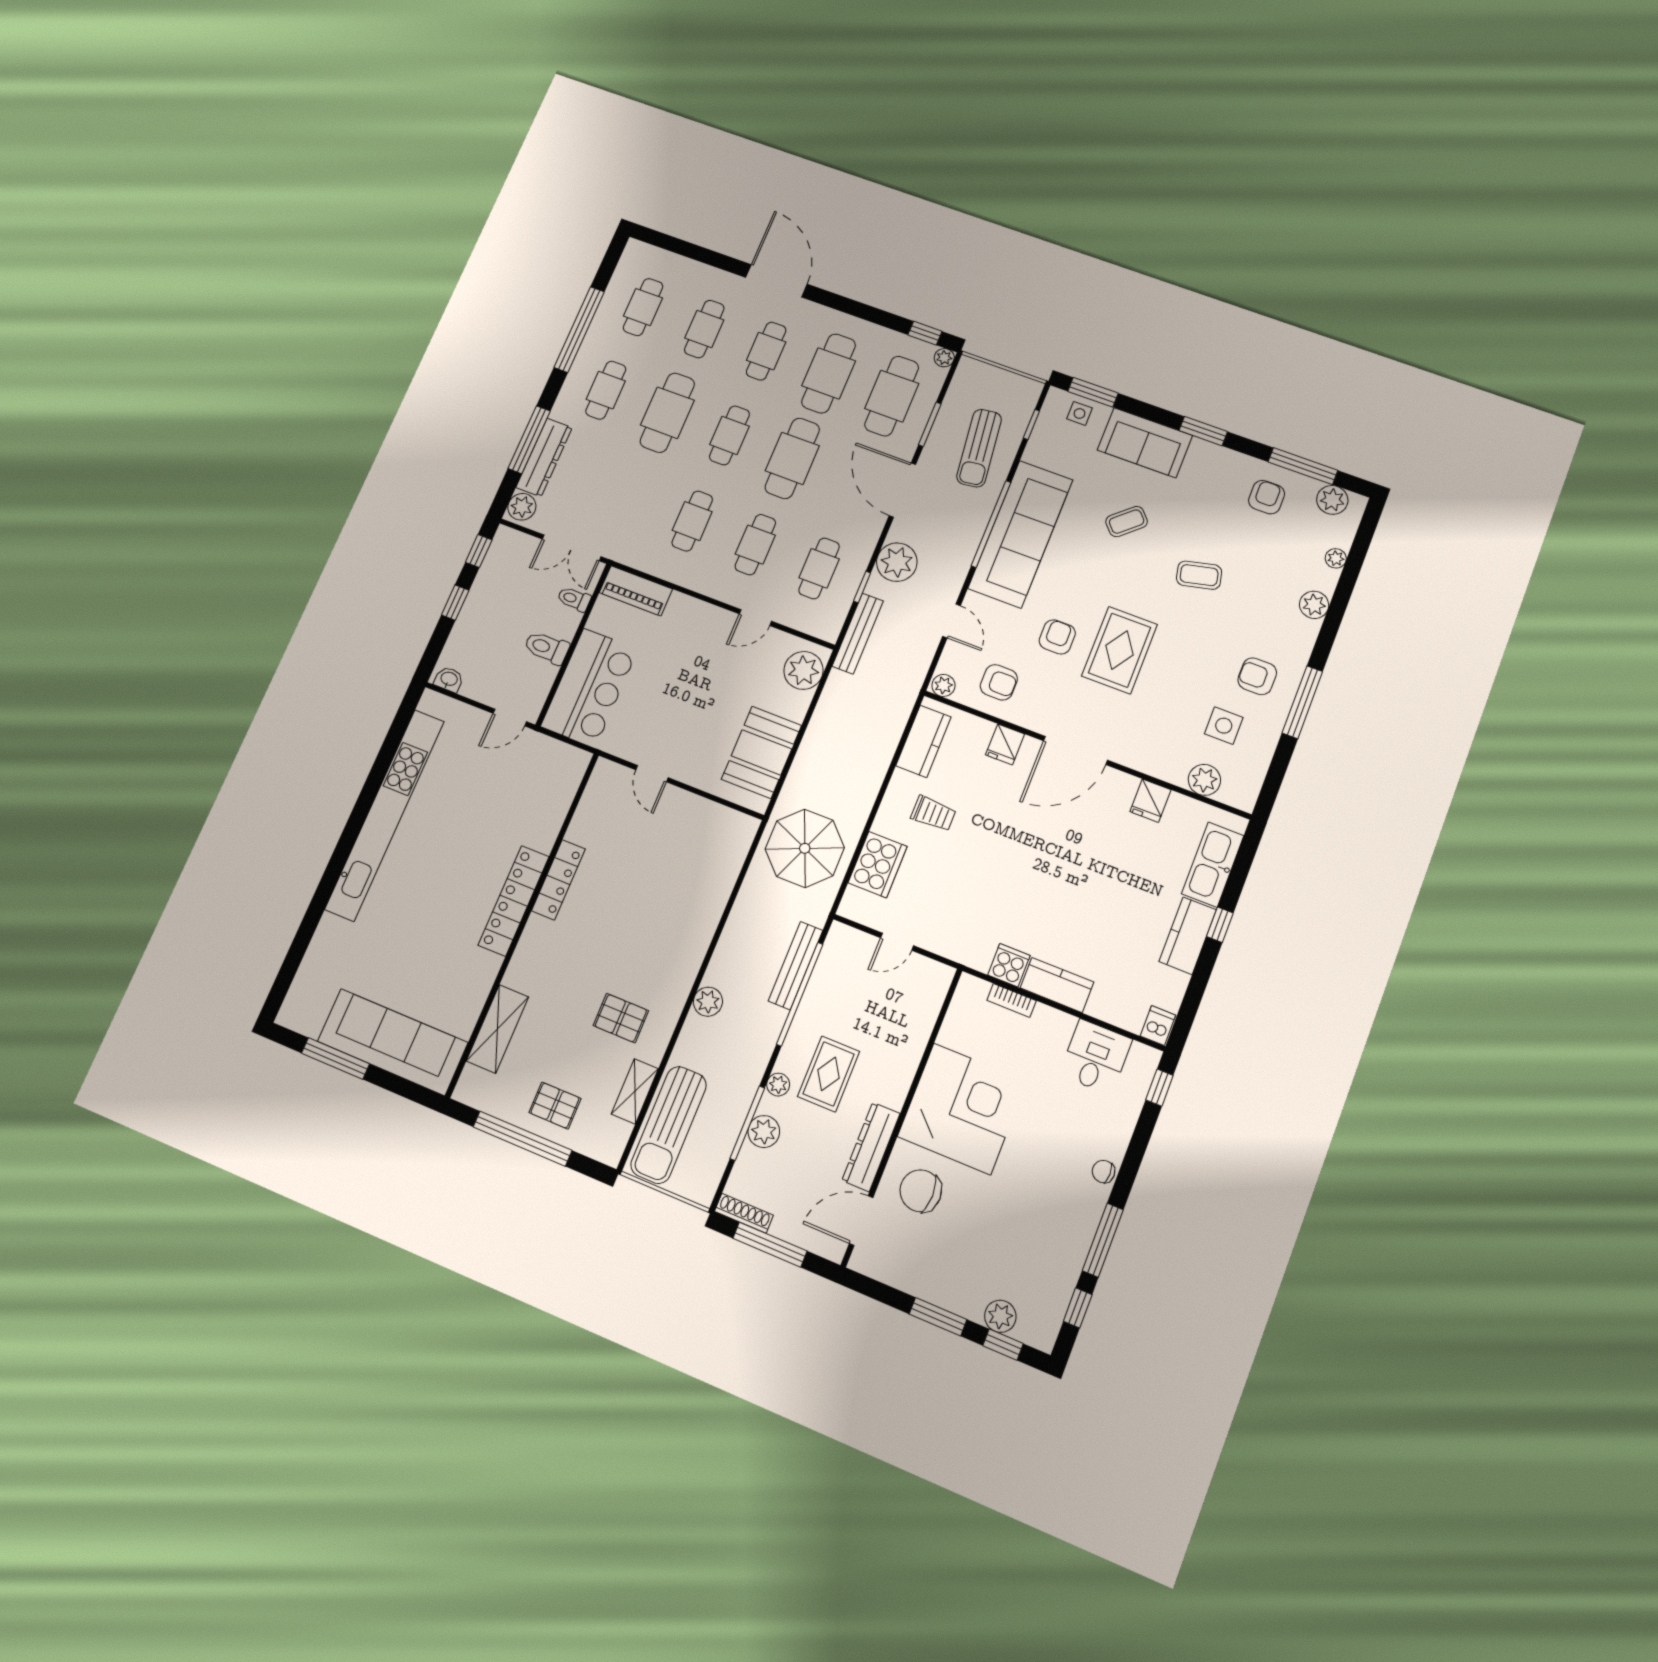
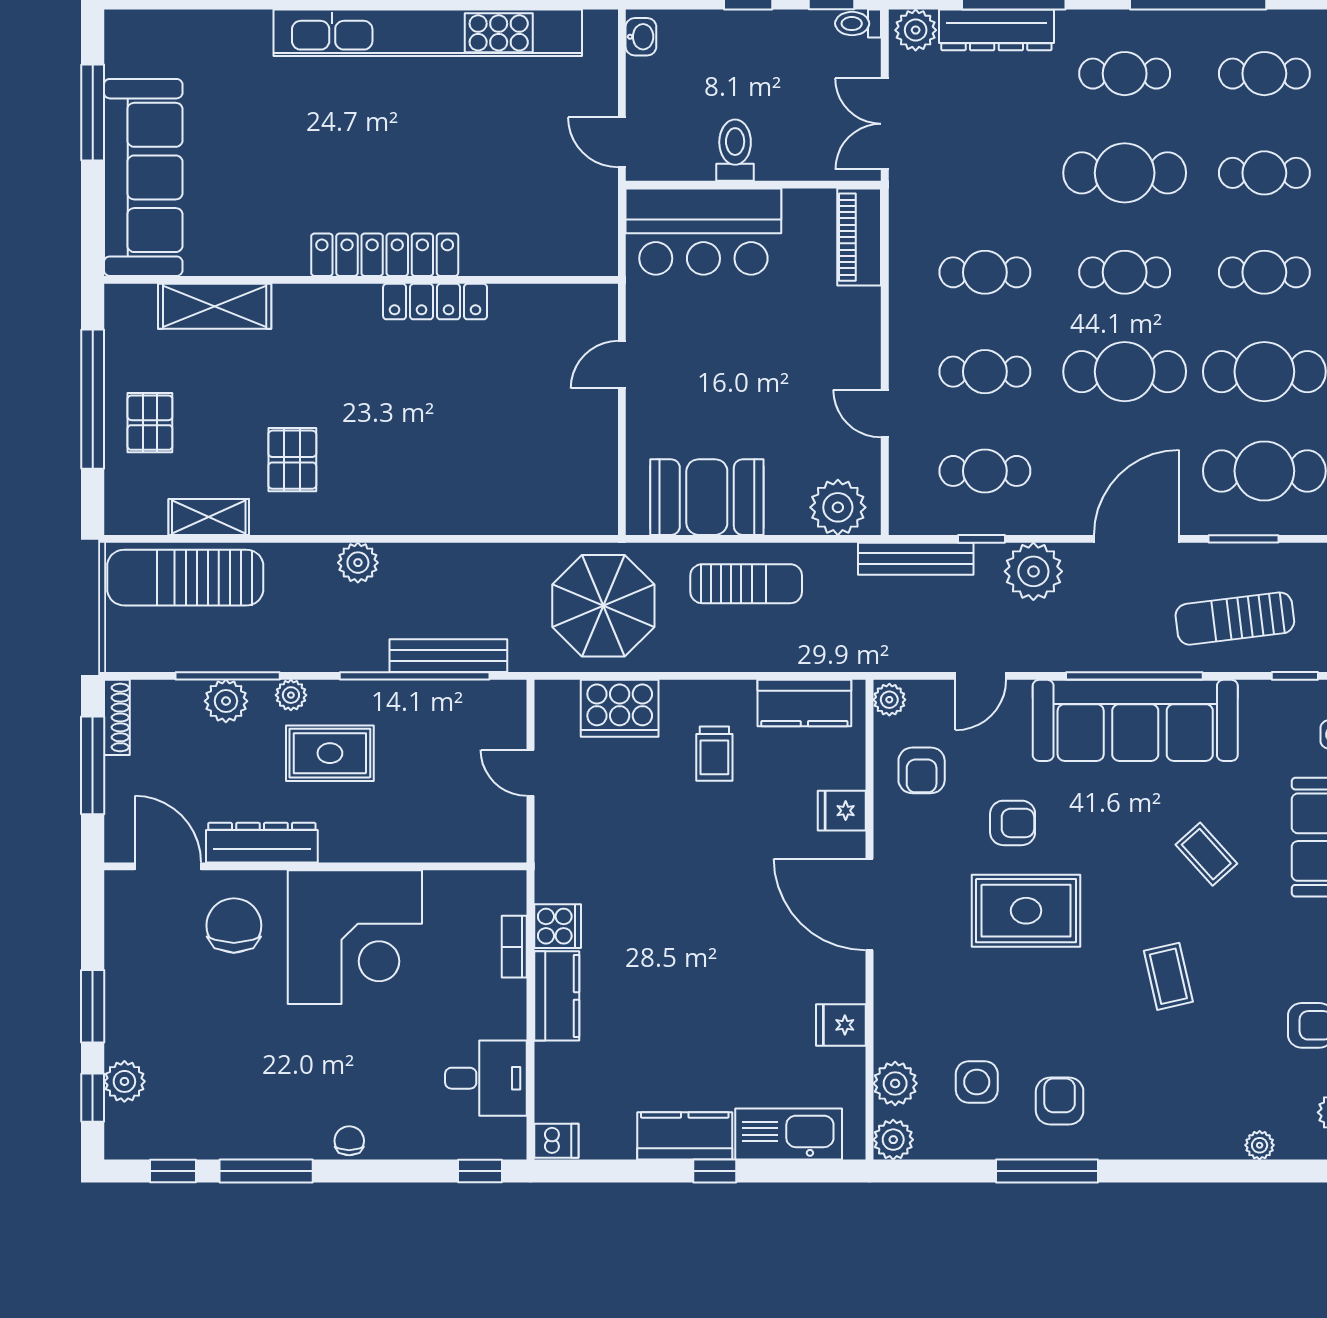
toilet: (574, 599) -> (858, 24), moved, turned -90
plant: (1314, 605) -> (893, 1140), moved
sun lounger: (829, 749) -> (746, 584), added

